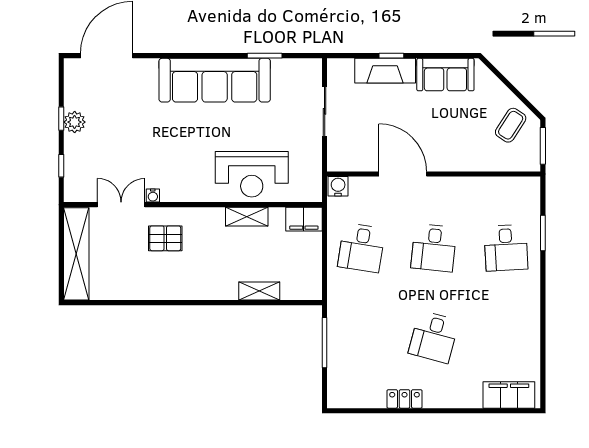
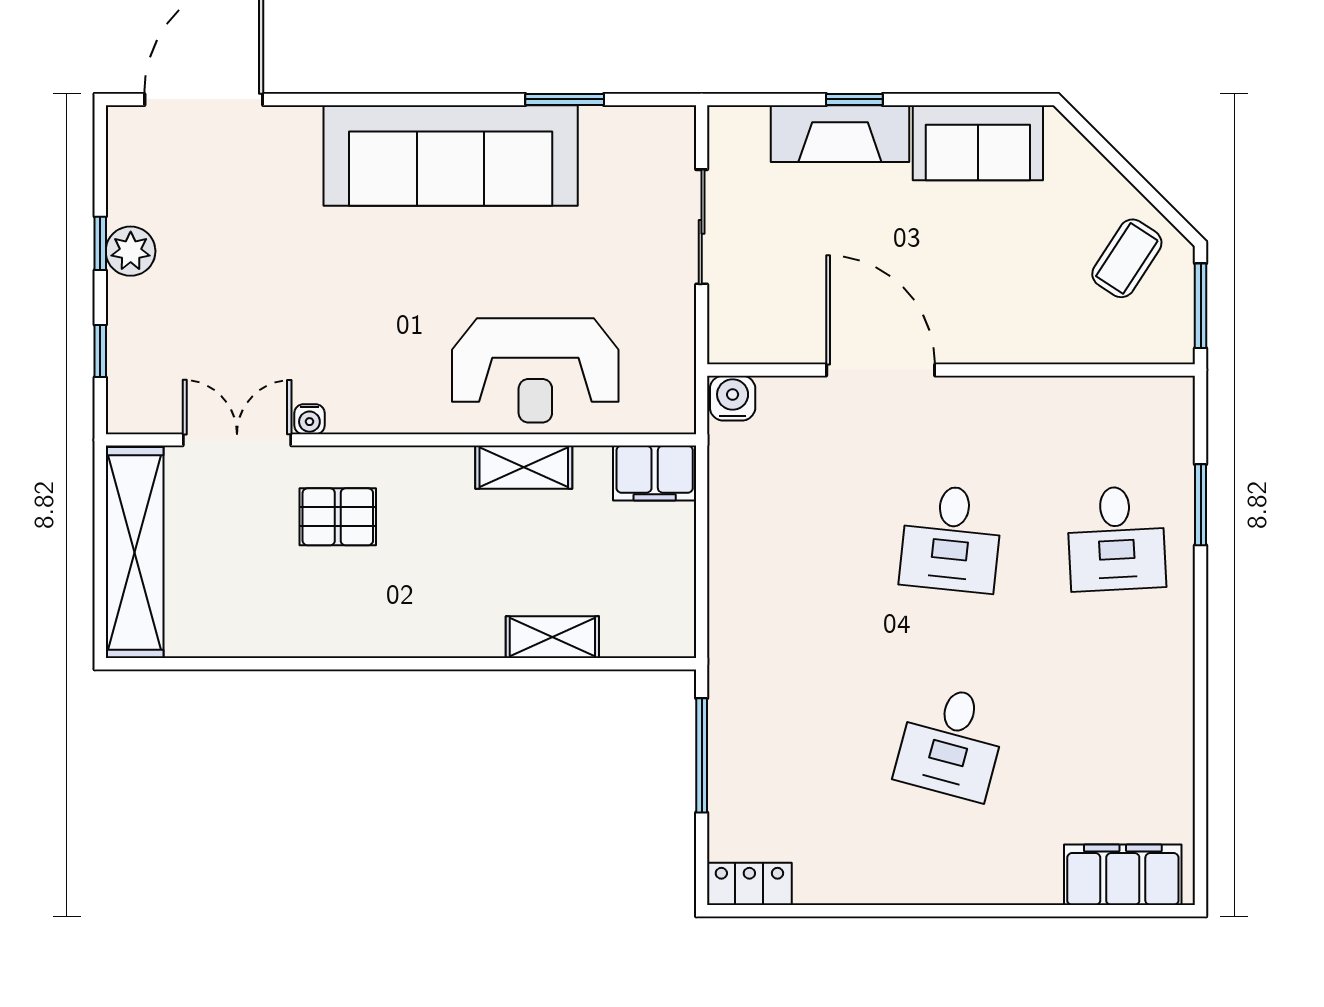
desk: (361, 248) -> (786, 539), removed
locker: (405, 399) -> (749, 884), moved

